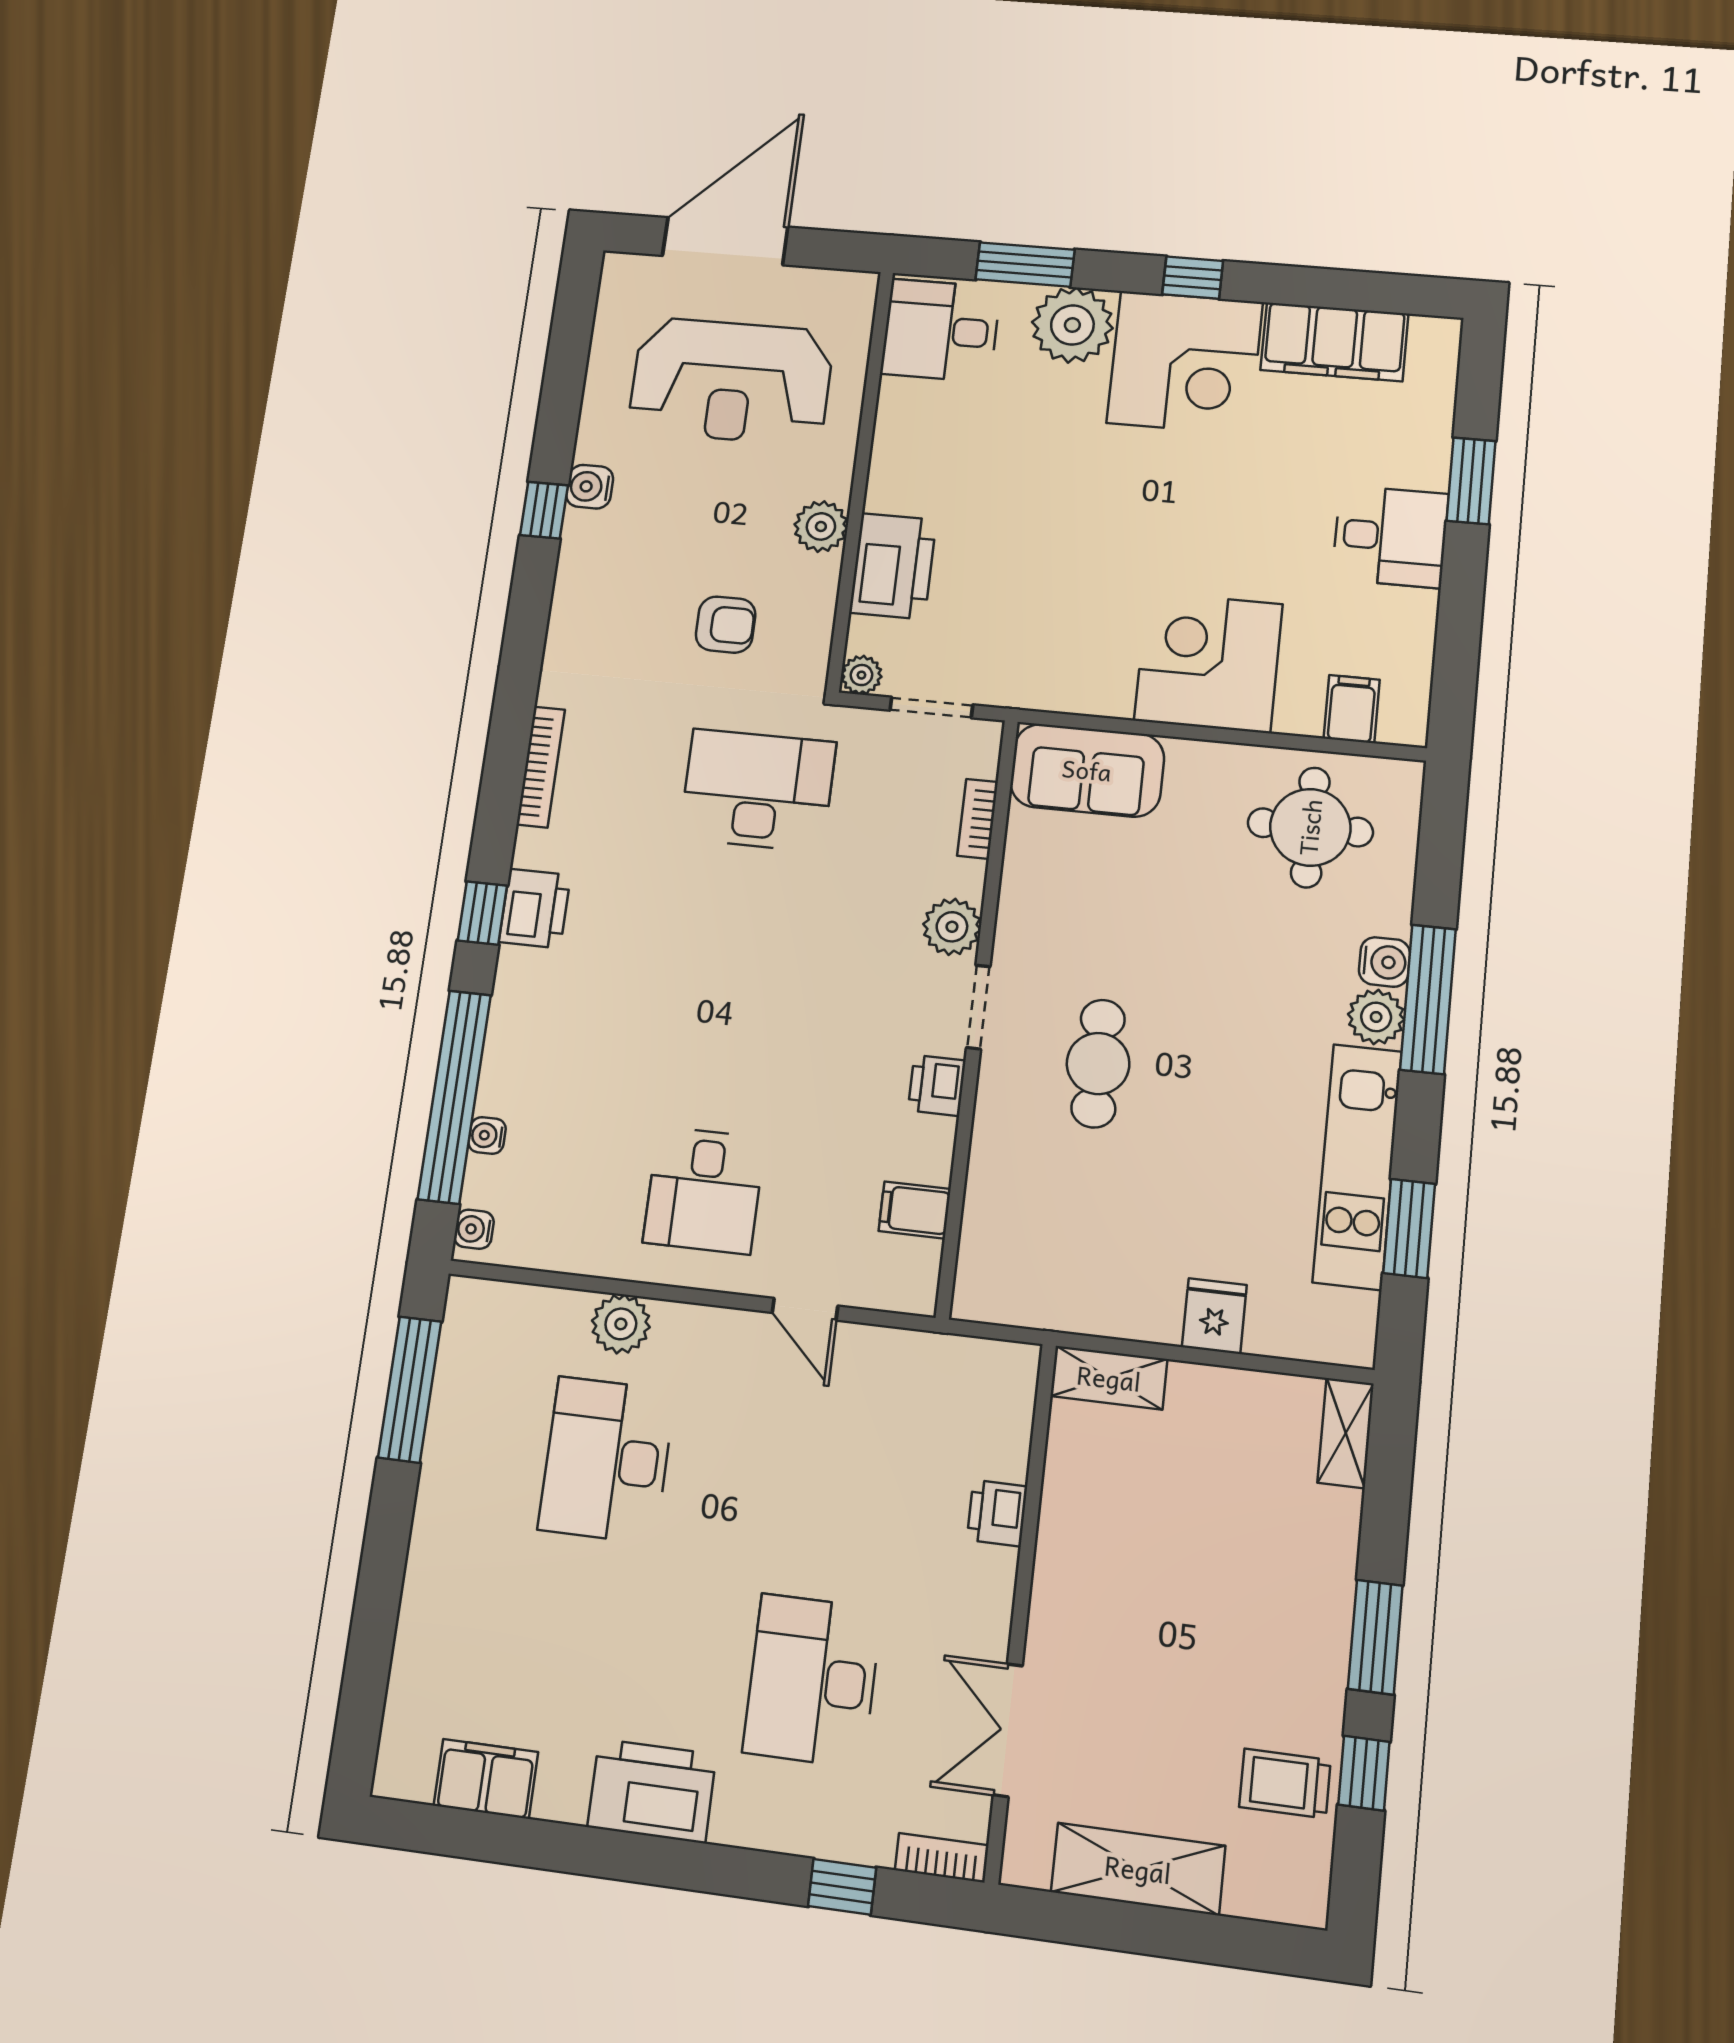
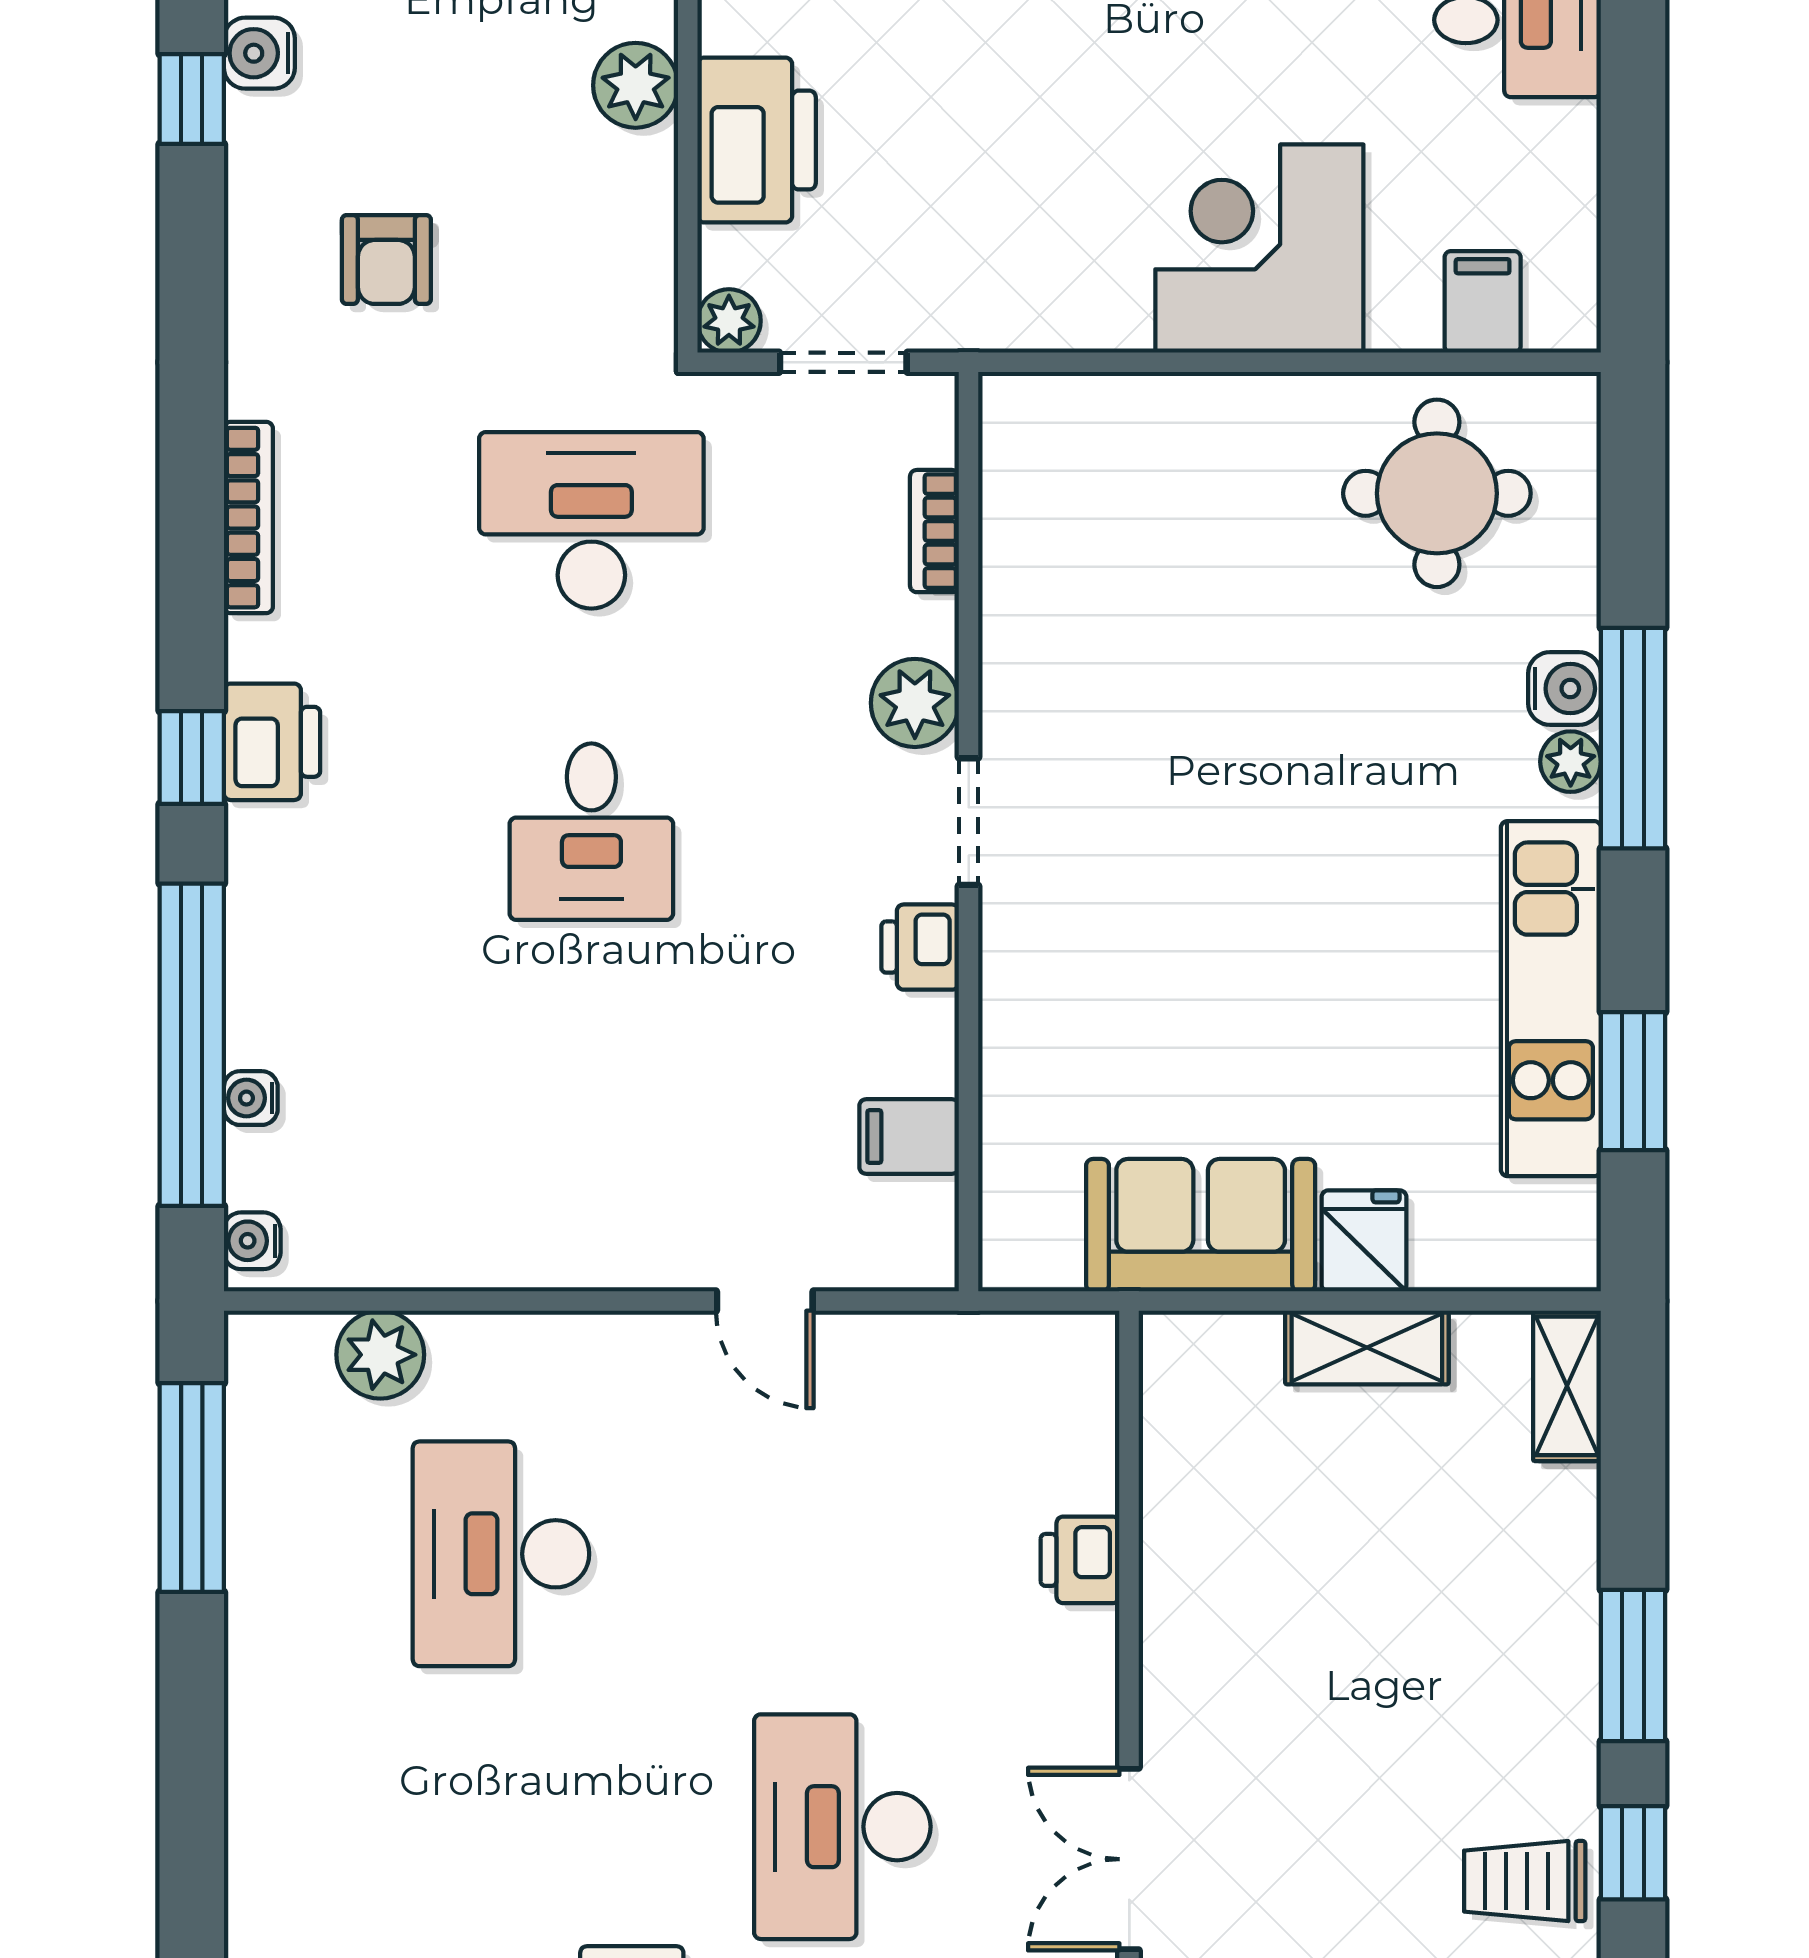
armchair: (726, 625) -> (386, 260), moved, turned 90
sofa: (1087, 770) -> (1201, 1225), moved, turned 180
plant: (1376, 1017) -> (1571, 762), width x0.73, depth x0.73
cafe table: (1098, 1064) -> (1156, 888), removed
desk: (704, 1190) -> (591, 832), moved
plant: (621, 1324) -> (380, 1355), moved
shelving: (1109, 1378) -> (1367, 1348), moved

